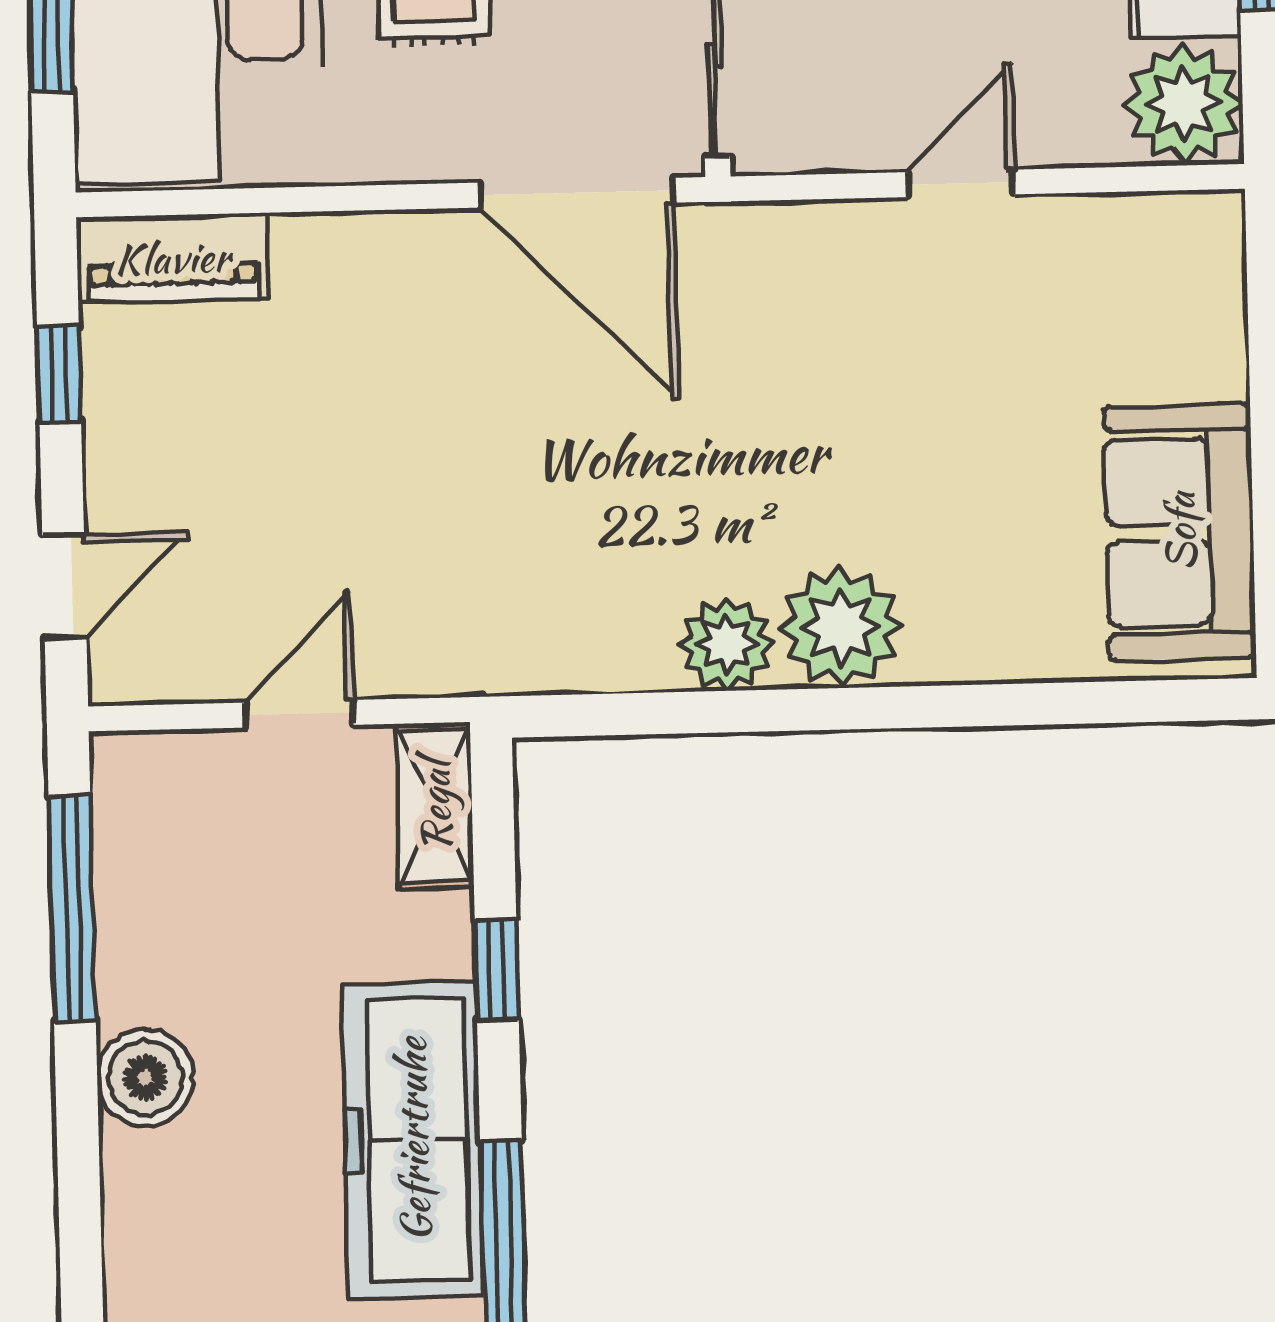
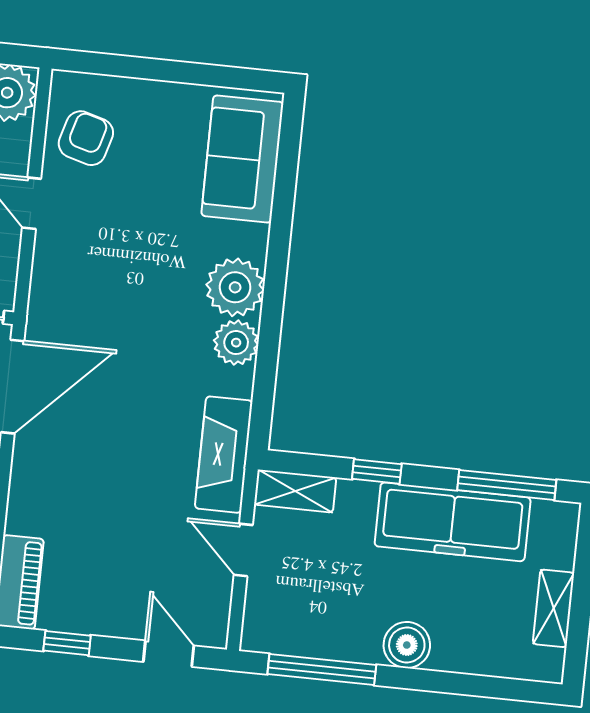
armchair: (1110, 279) -> (86, 138), added
sofa: (1180, 532) -> (242, 159), moved, turned 90
fireplace: (491, 648) -> (224, 455), added

